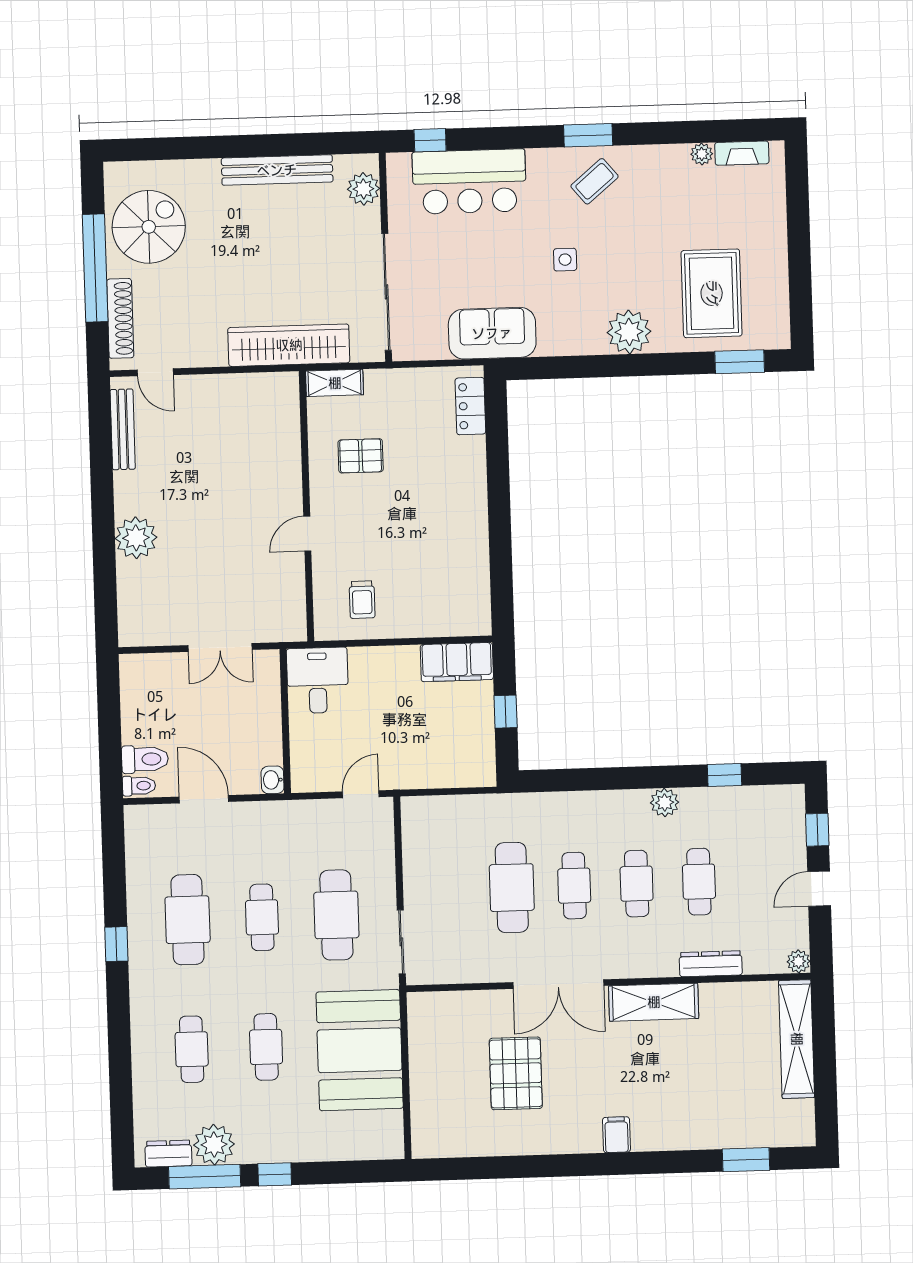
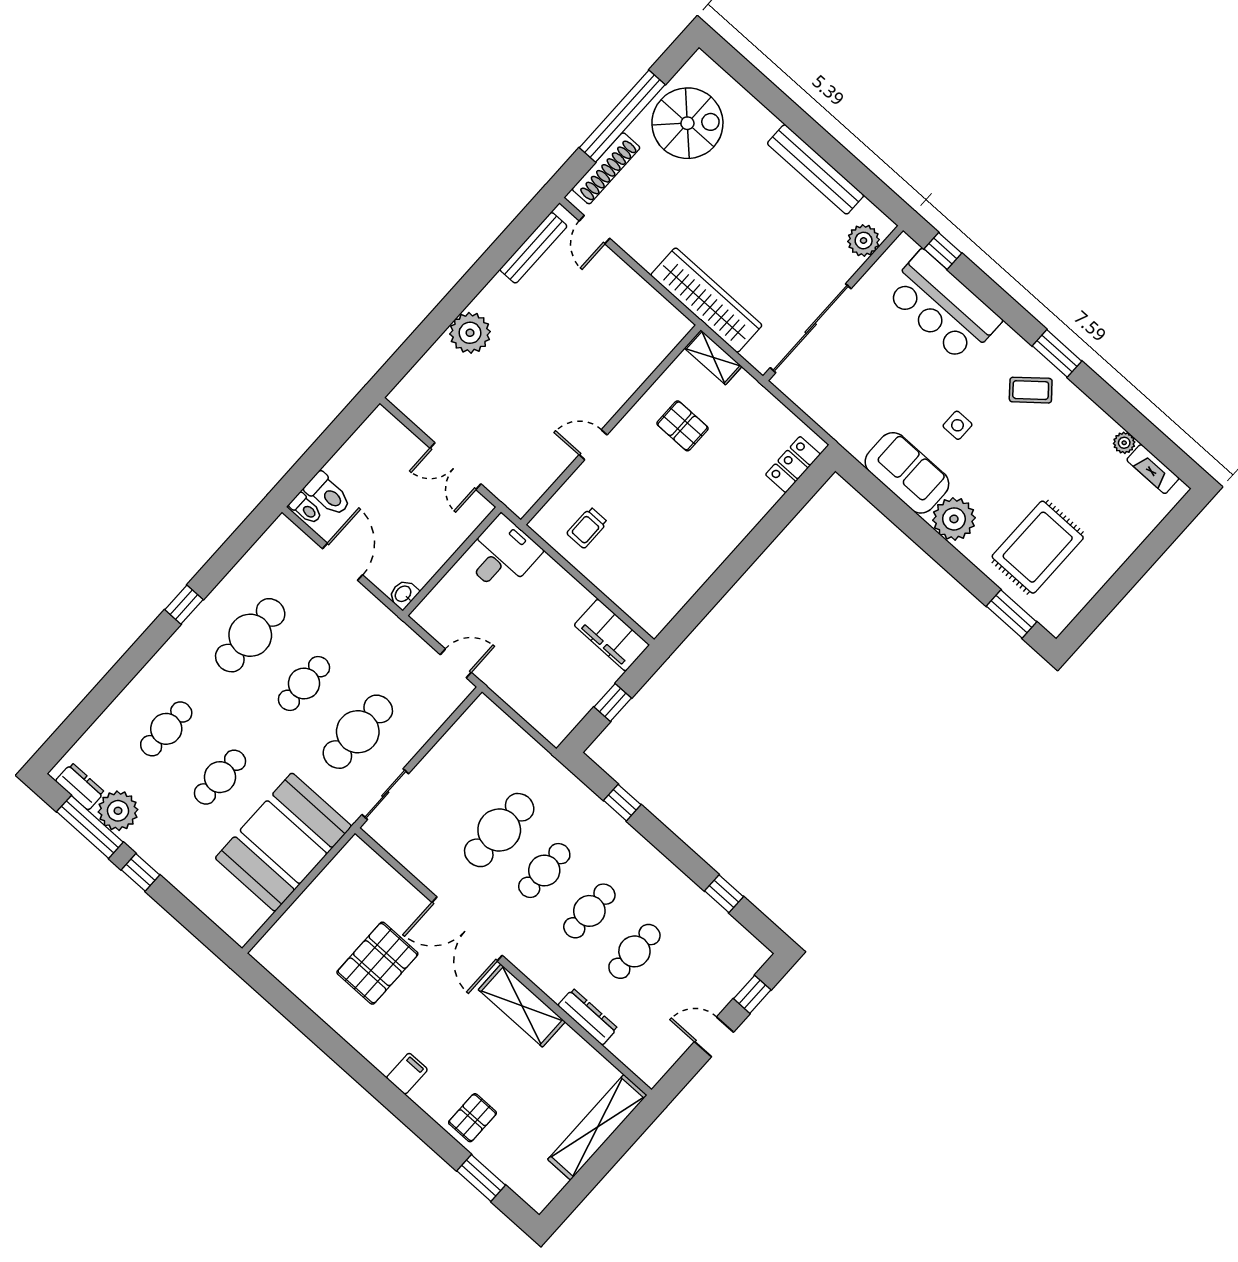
sofa: (492, 333) -> (907, 473), moved
window: (584, 779) -> (622, 803), added
plant: (665, 802) -> (663, 873), removed
plant: (798, 961) -> (651, 1074), removed
pallet: (697, 1121) -> (472, 1118), added

